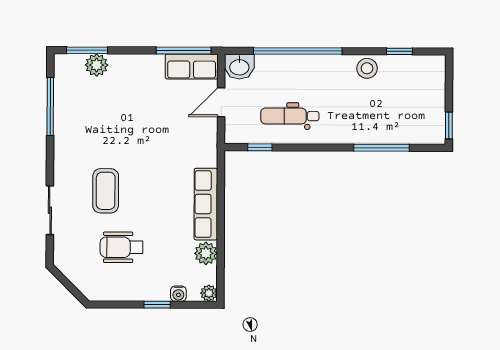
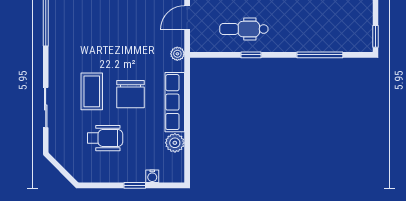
window: (260, 147) -> (251, 55), moved
chair: (152, 194) -> (131, 94), added
wheelchair: (122, 247) -> (105, 138), turned 180
plant: (209, 293) -> (177, 54), moved

